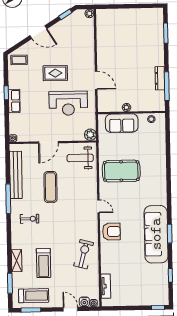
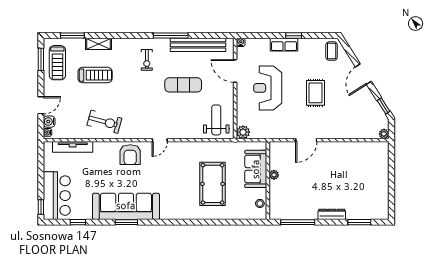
dresser: (160, 78) -> (332, 214), moved
reception desk: (68, 103) -> (268, 88), moved
door: (48, 142) -> (235, 71), moved
pool table: (121, 171) -> (213, 184), moved
treadmill: (44, 263) -> (95, 75), turned 180
tv unit: (106, 286) -> (73, 147), width x1.41
bar counter: (148, 294) -> (57, 196), added

